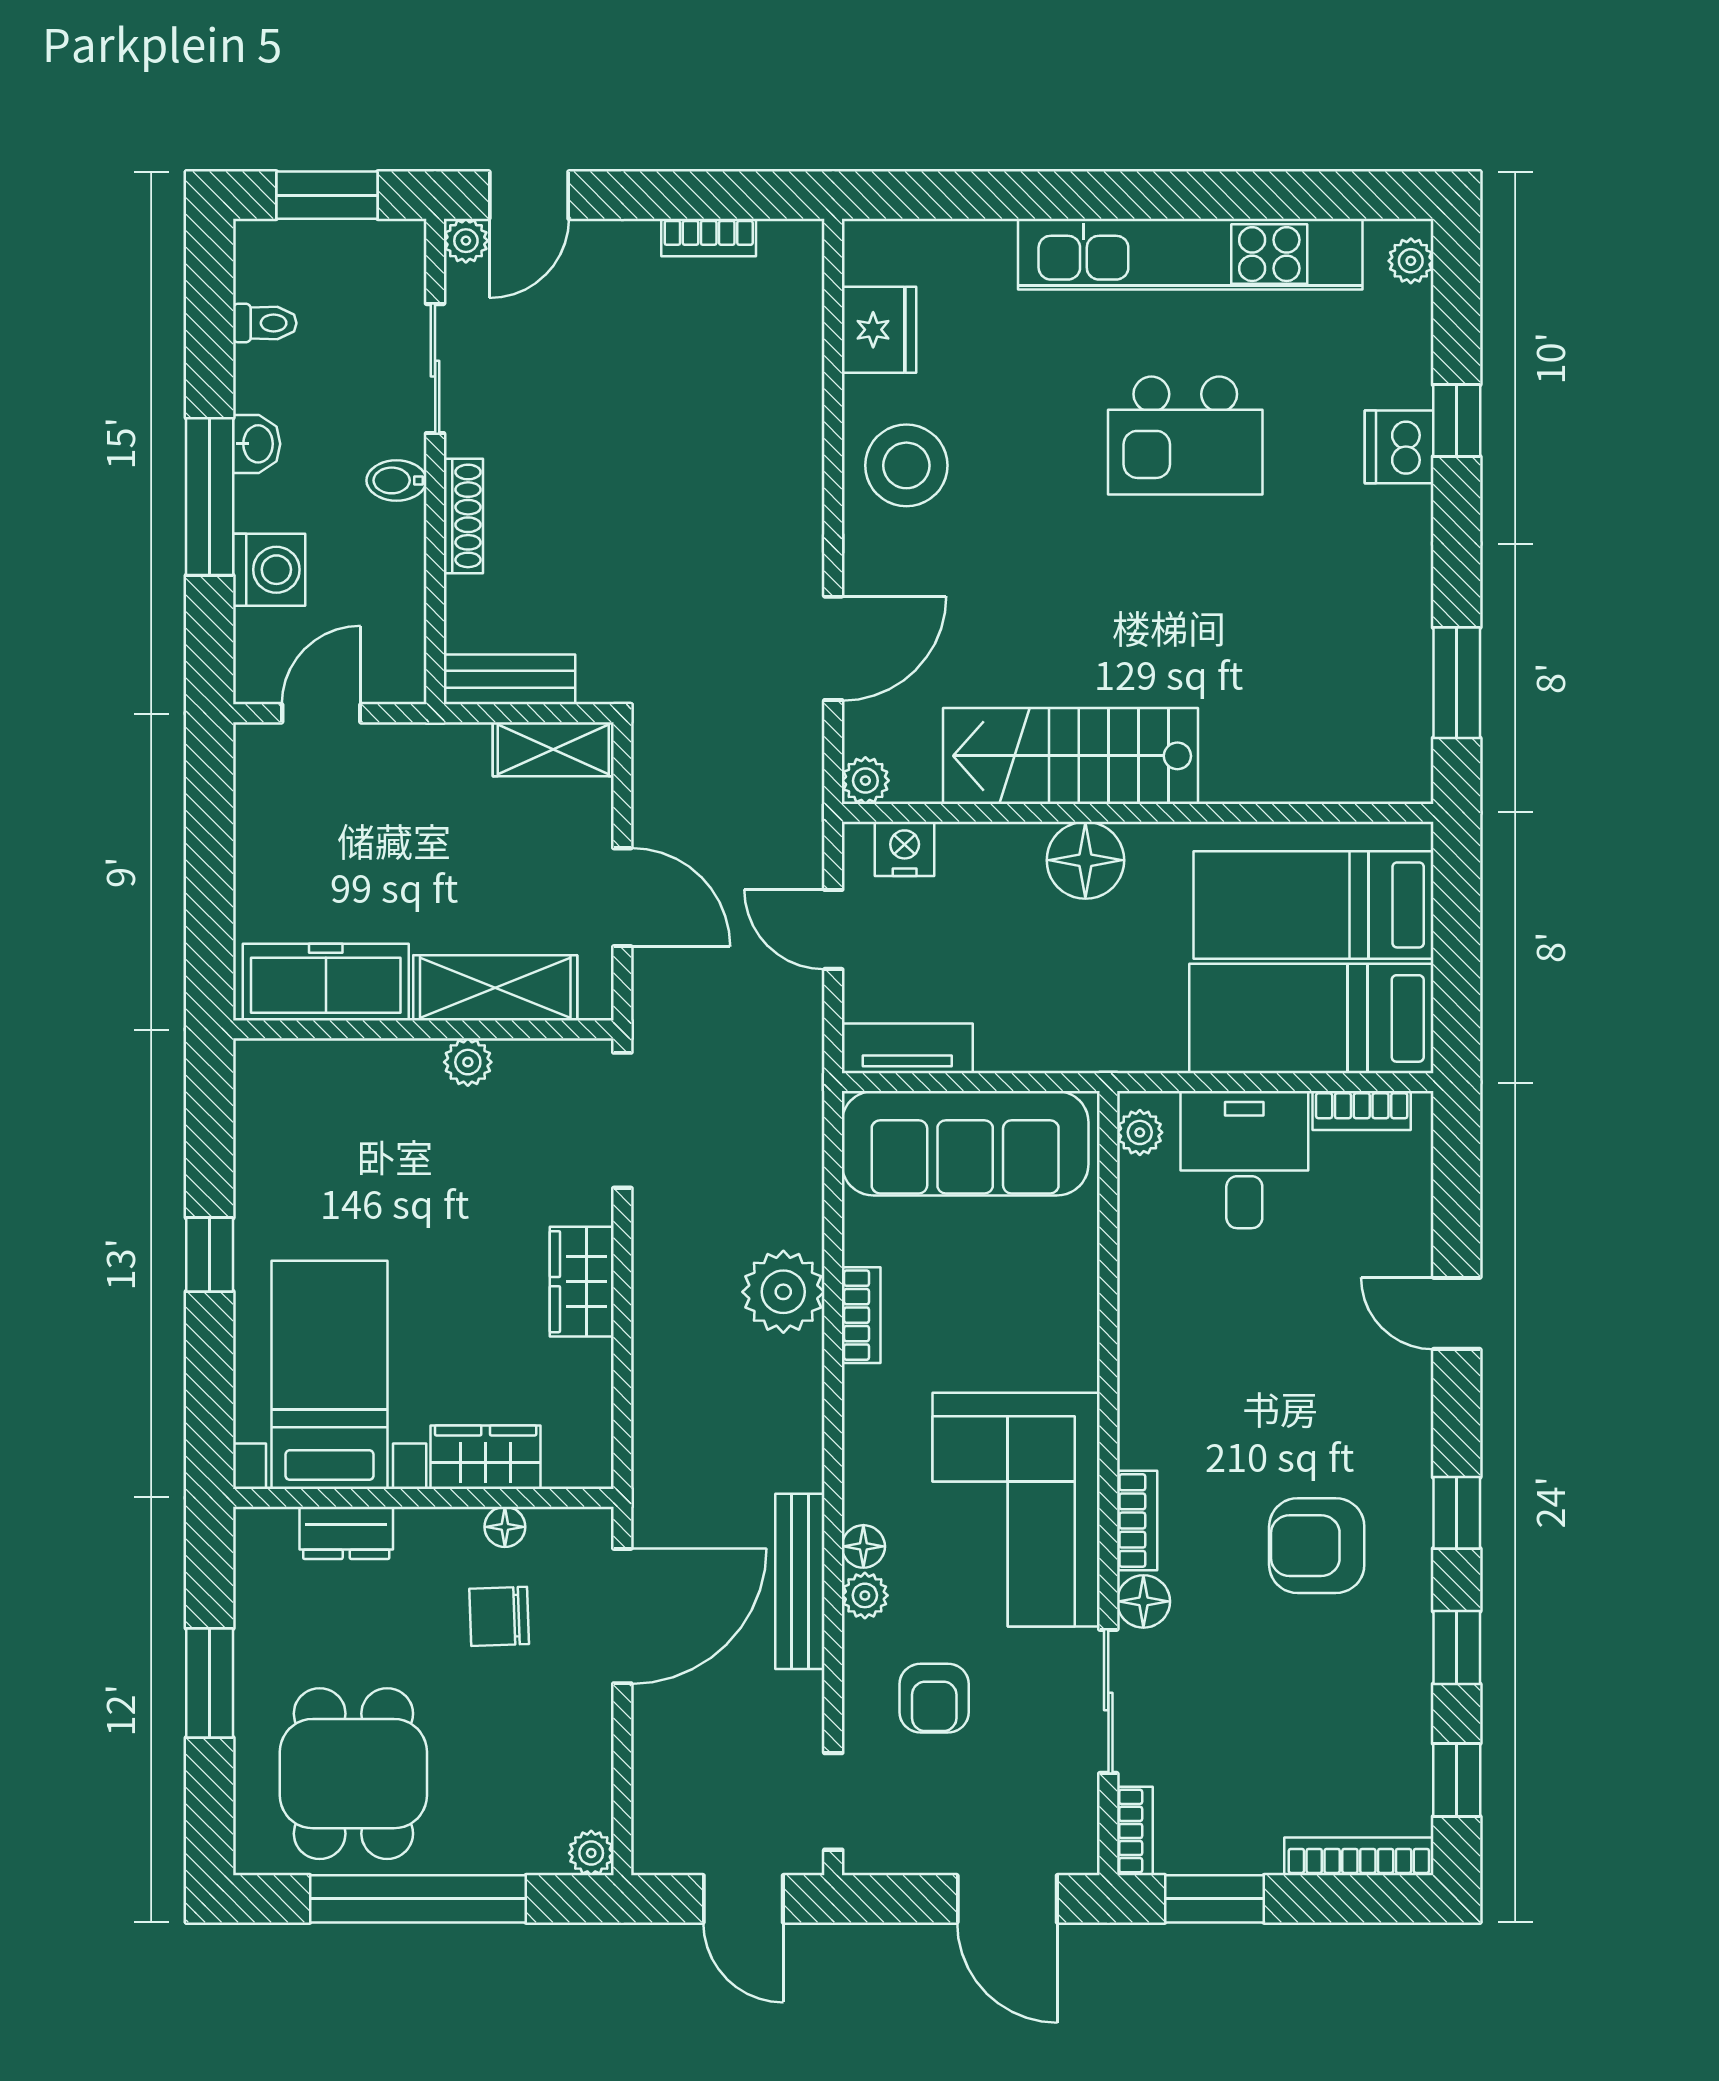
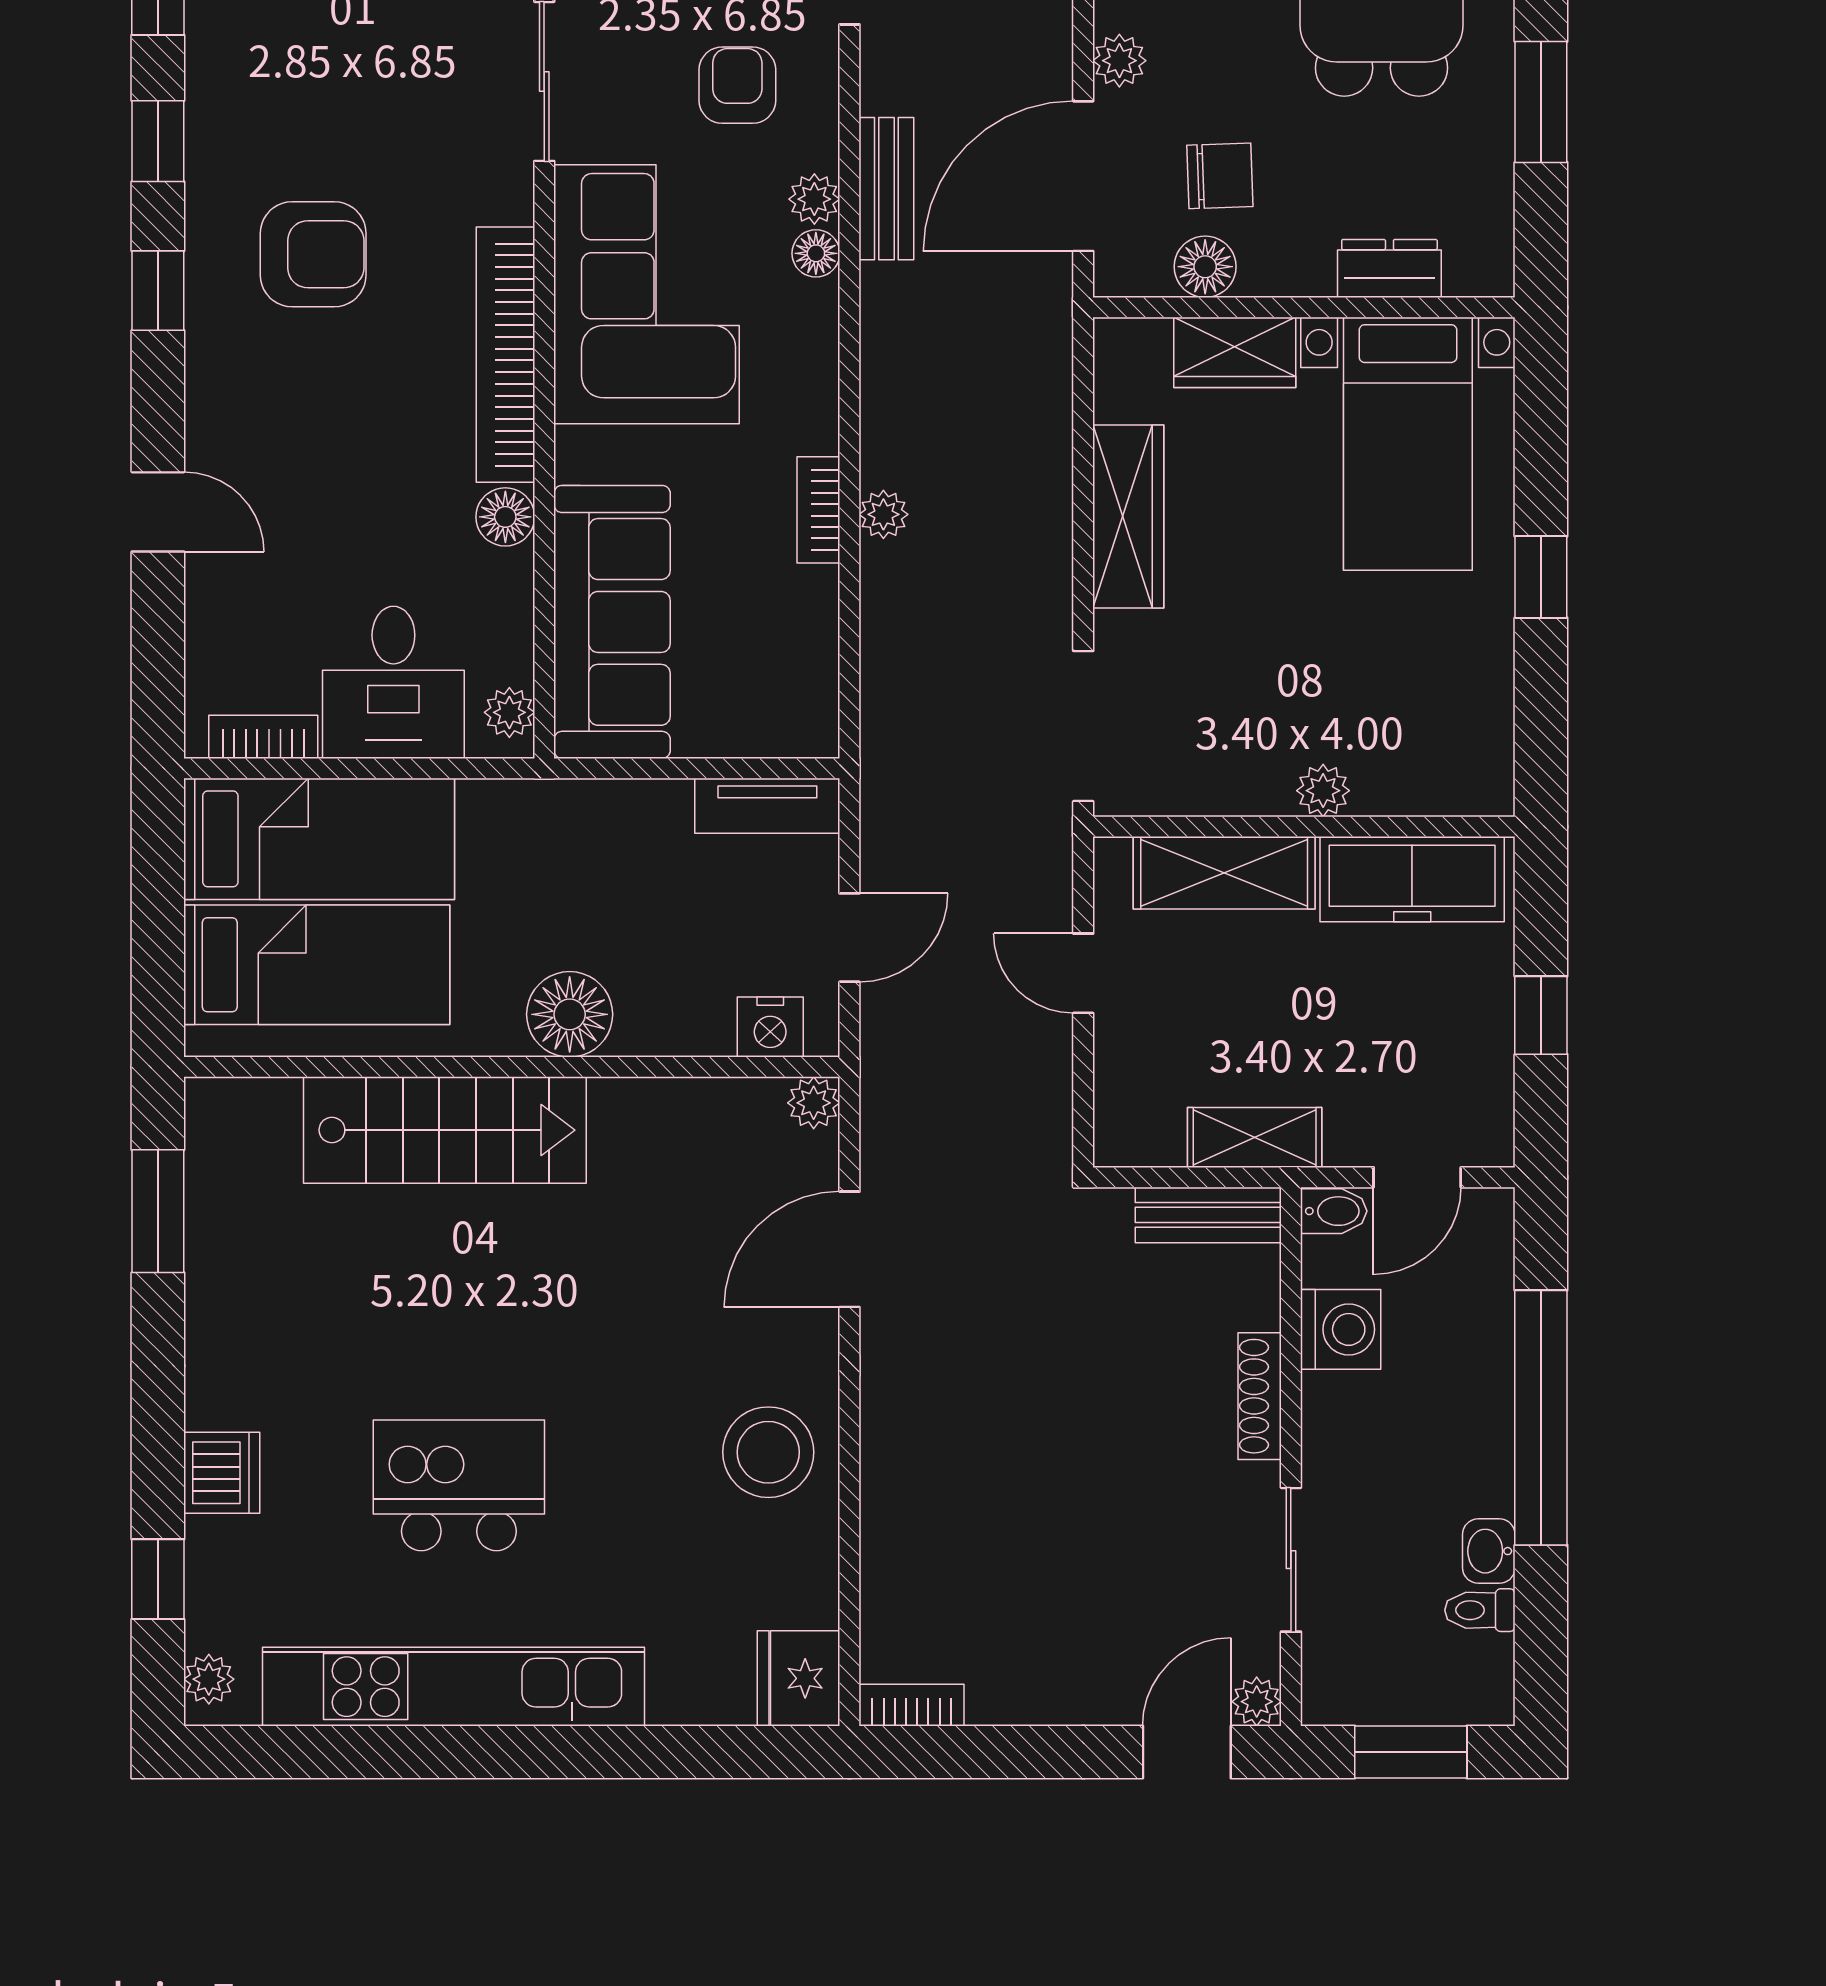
bookcase: (709, 237) -> (912, 1705), moved
fridge: (879, 330) -> (799, 1678), moved
window: (1457, 421) -> (158, 1579), moved
washbasin: (257, 444) -> (1489, 1551), moved
bidet: (396, 480) -> (1334, 1211), moved
window: (210, 497) -> (1541, 1418), width x1.46
washing machine: (269, 570) -> (1341, 1329), moved, turned 180
shelving: (553, 749) -> (1255, 1137), moved
stairs: (1070, 756) -> (445, 1130), moved
window: (210, 859) -> (1541, 1015), added
door: (622, 897) -> (1083, 973), width x0.73
door: (833, 929) -> (849, 938), hinge flipped
plant: (468, 1062) -> (1323, 791), moved
sofa: (965, 1143) -> (612, 622), moved, turned 90
wardrobe: (582, 1282) -> (1128, 516), width x1.50
plant: (783, 1292) -> (883, 514), width x0.53, depth x0.53
bookcase: (1137, 1521) -> (505, 355), width x2.31, depth x1.31
floor lamp: (505, 1527) -> (1205, 267), width x1.37, depth x1.37
bench: (800, 1581) -> (886, 189), width x0.73
floor lamp: (1143, 1601) -> (505, 517), moved
plant: (590, 1720) -> (1119, 61), added

